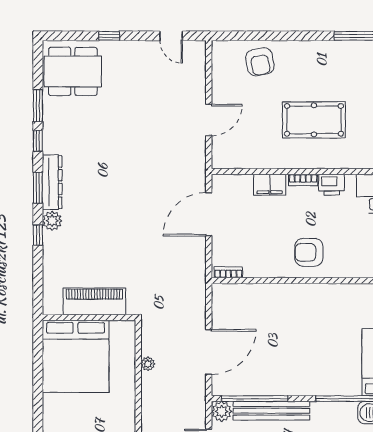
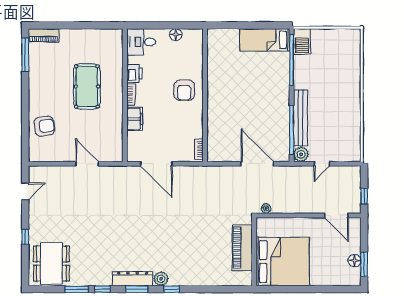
piano: (94, 301) -> (242, 248), moved
wall: (89, 318) -> (254, 252), moved
bed: (76, 356) -> (283, 262), moved

